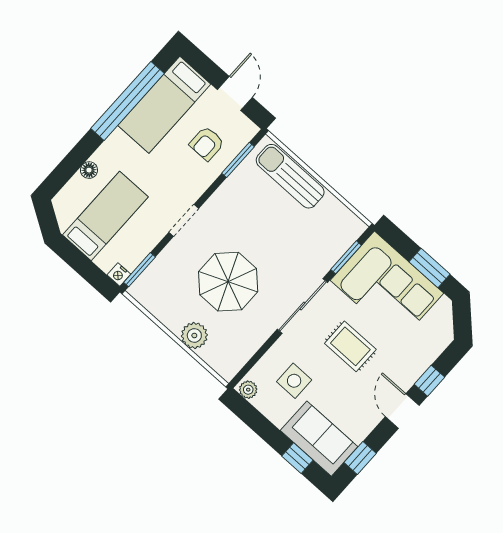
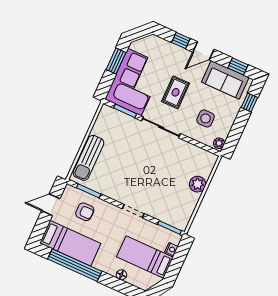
nightstand: (119, 275) -> (171, 249), moved
parasol: (228, 282) -> (160, 174), removed
sofa: (319, 439) -> (225, 80), moved, turned -90

